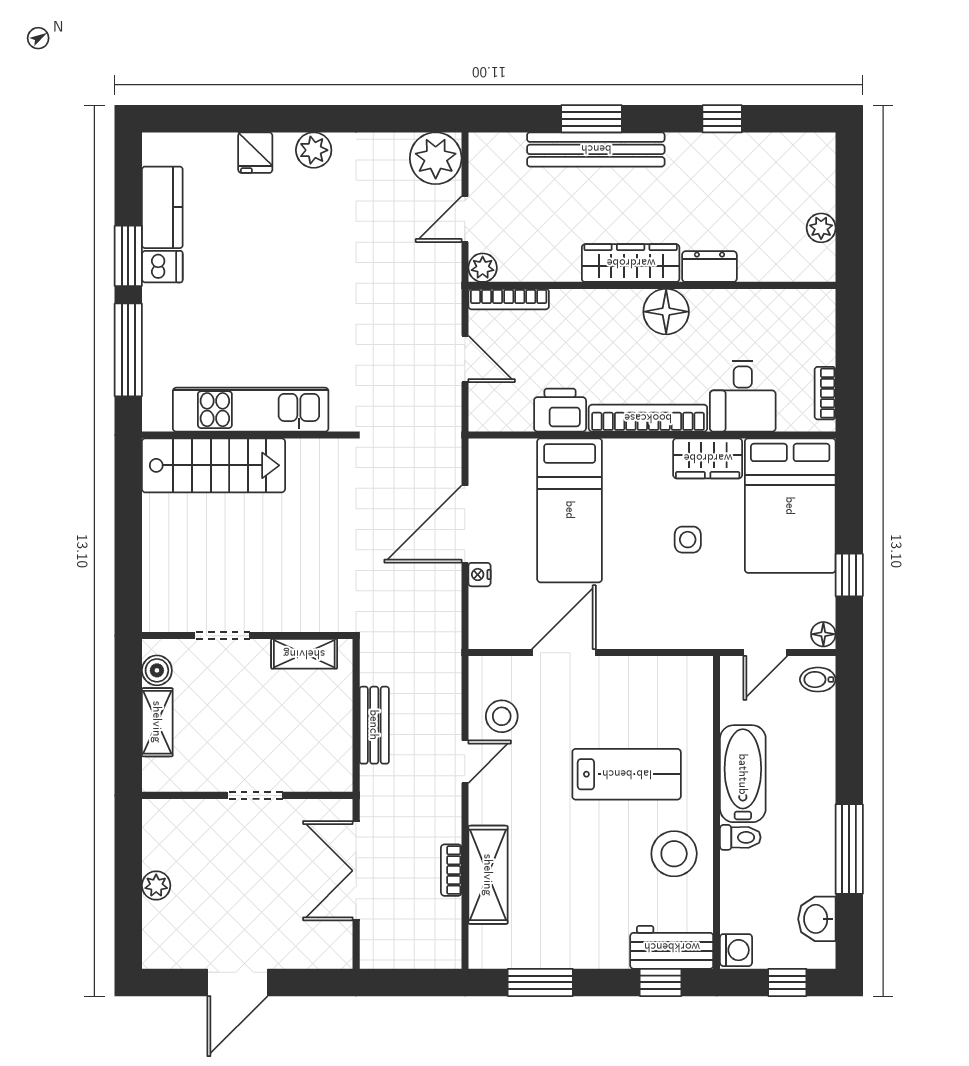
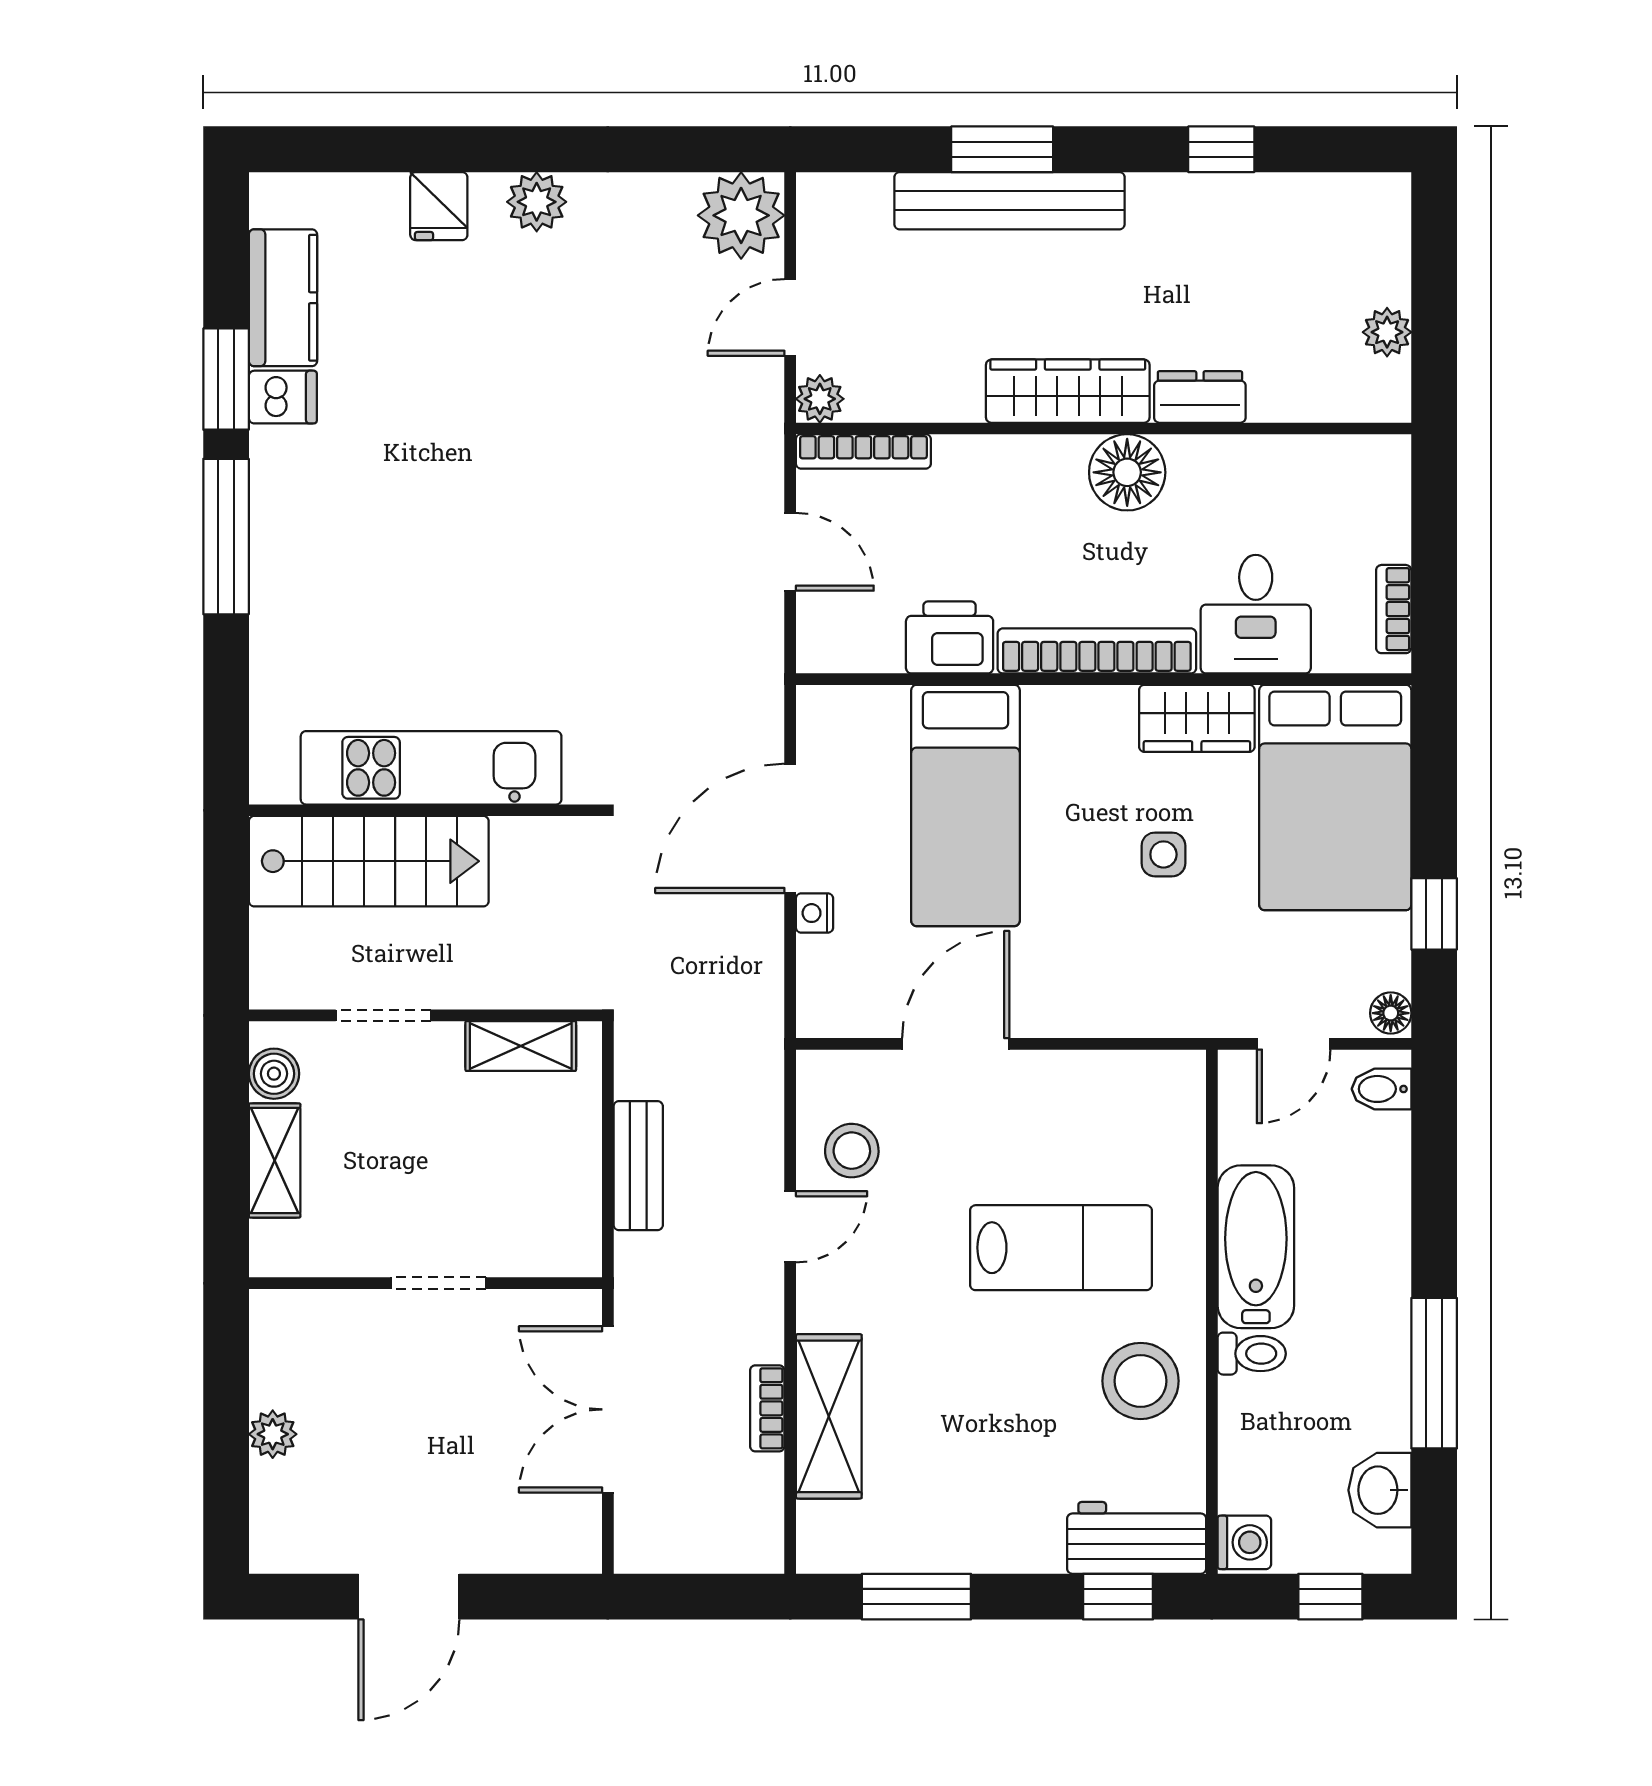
kitchen unit: (251, 410) -> (431, 768), moved
wall: (247, 435) -> (426, 810), moved
stairs: (213, 465) -> (369, 861), moved

